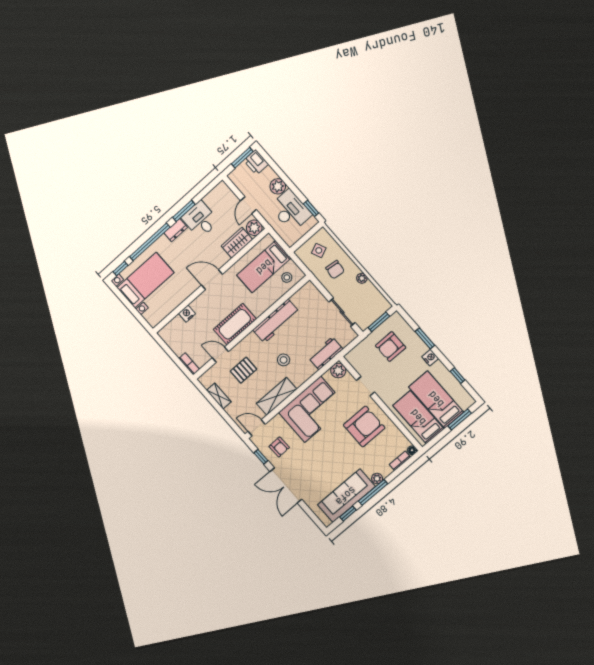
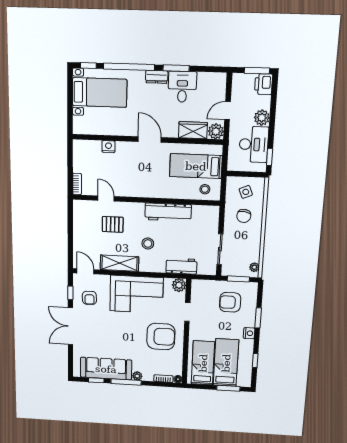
plant: (362, 278) -> (254, 267), moved
cot: (235, 324) -> (136, 187), removed
shelving: (219, 396) -> (78, 226), removed

